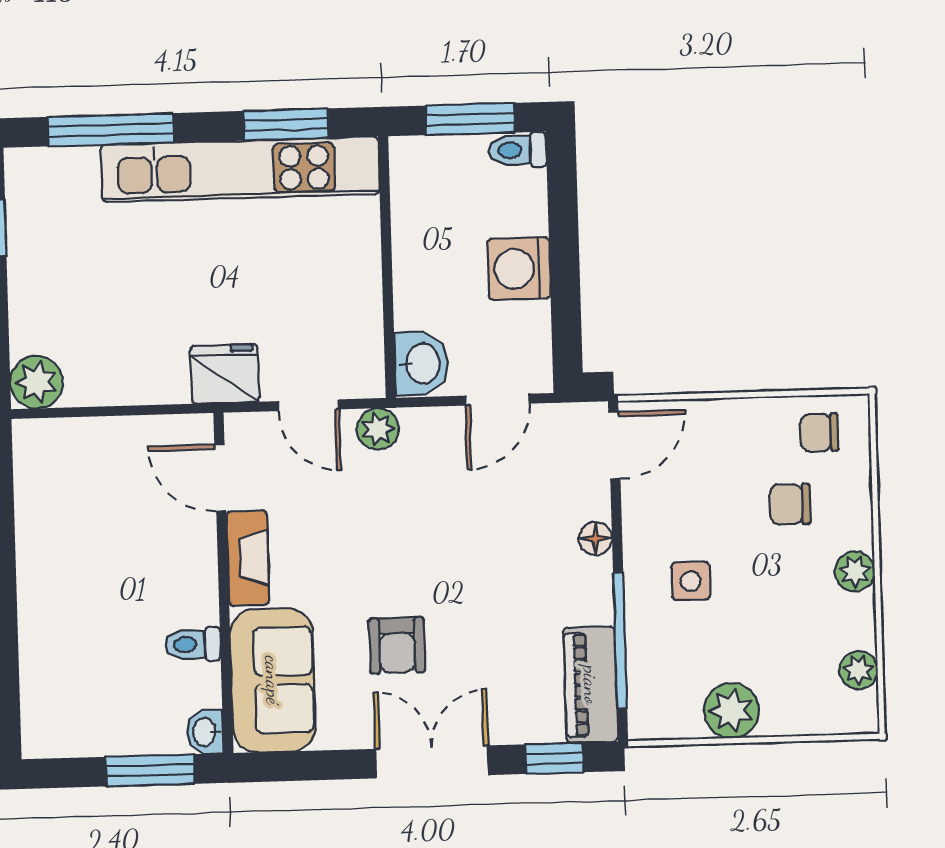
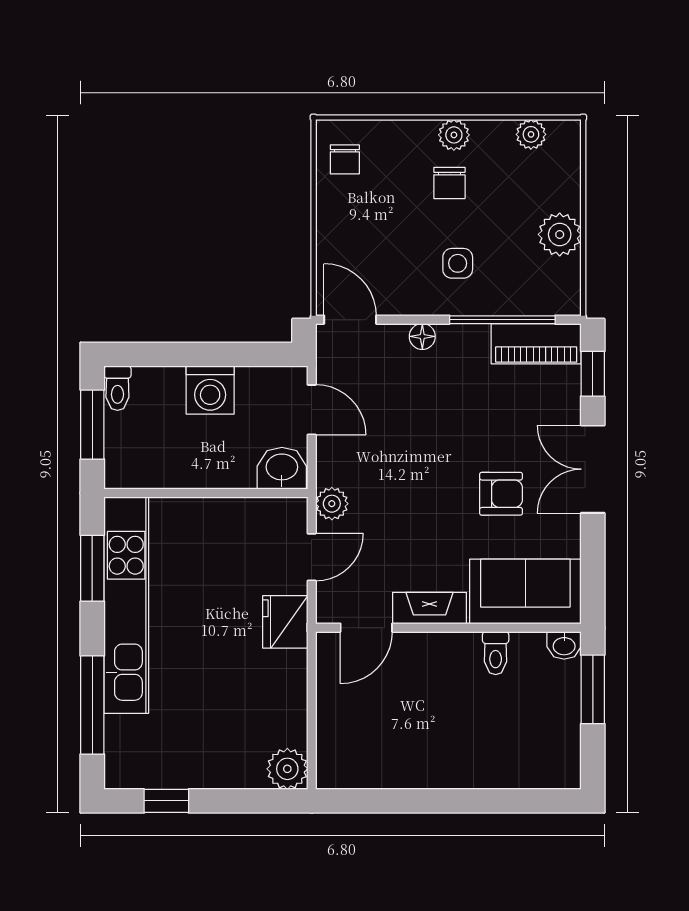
chair: (790, 504) -> (449, 183), moved

